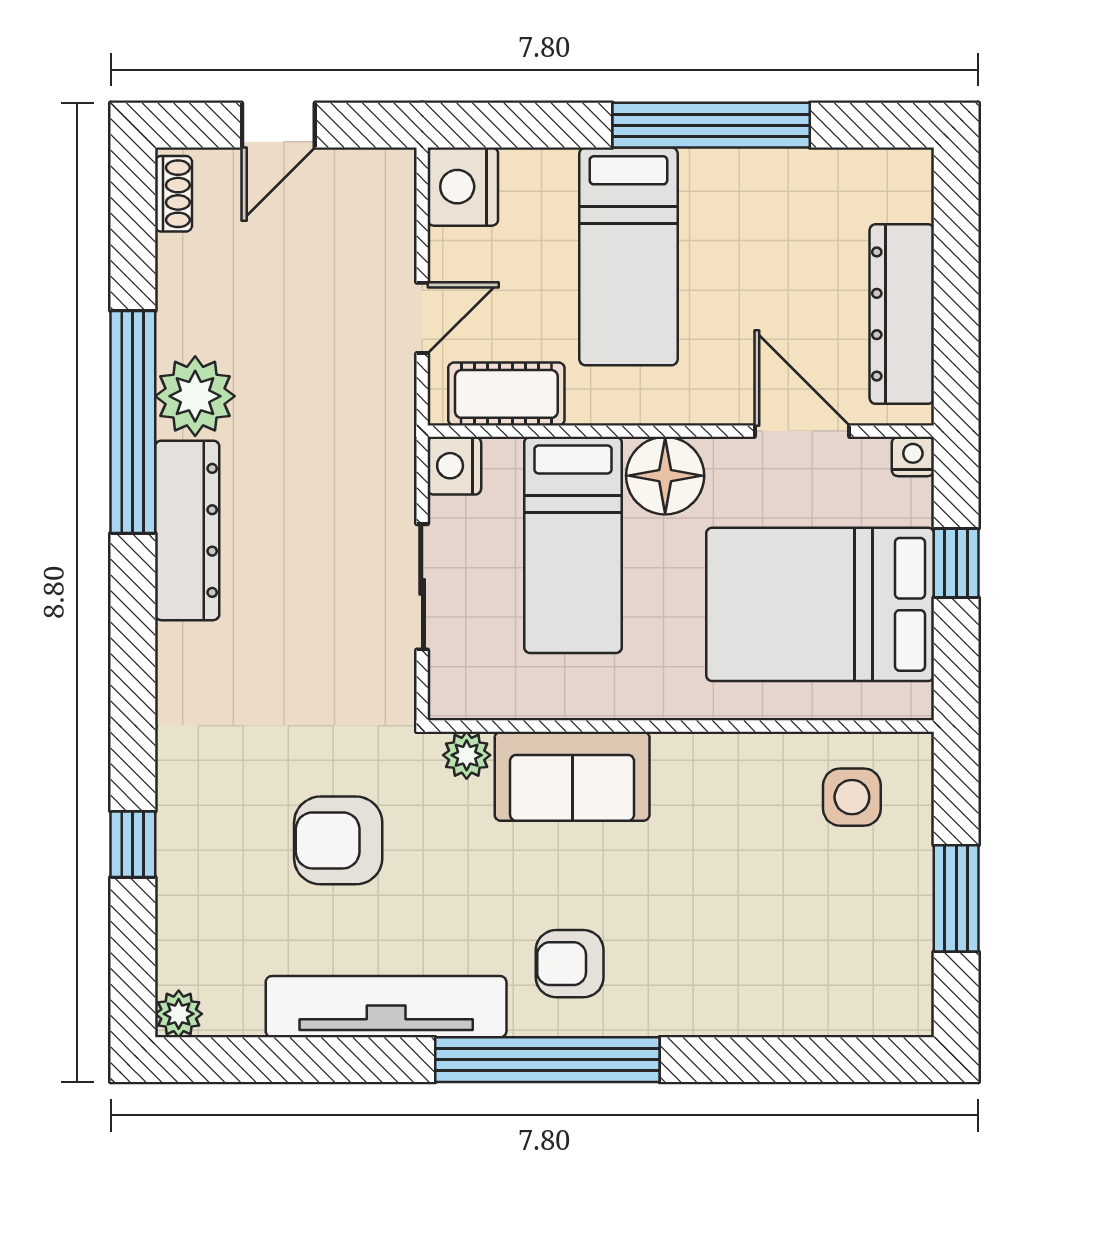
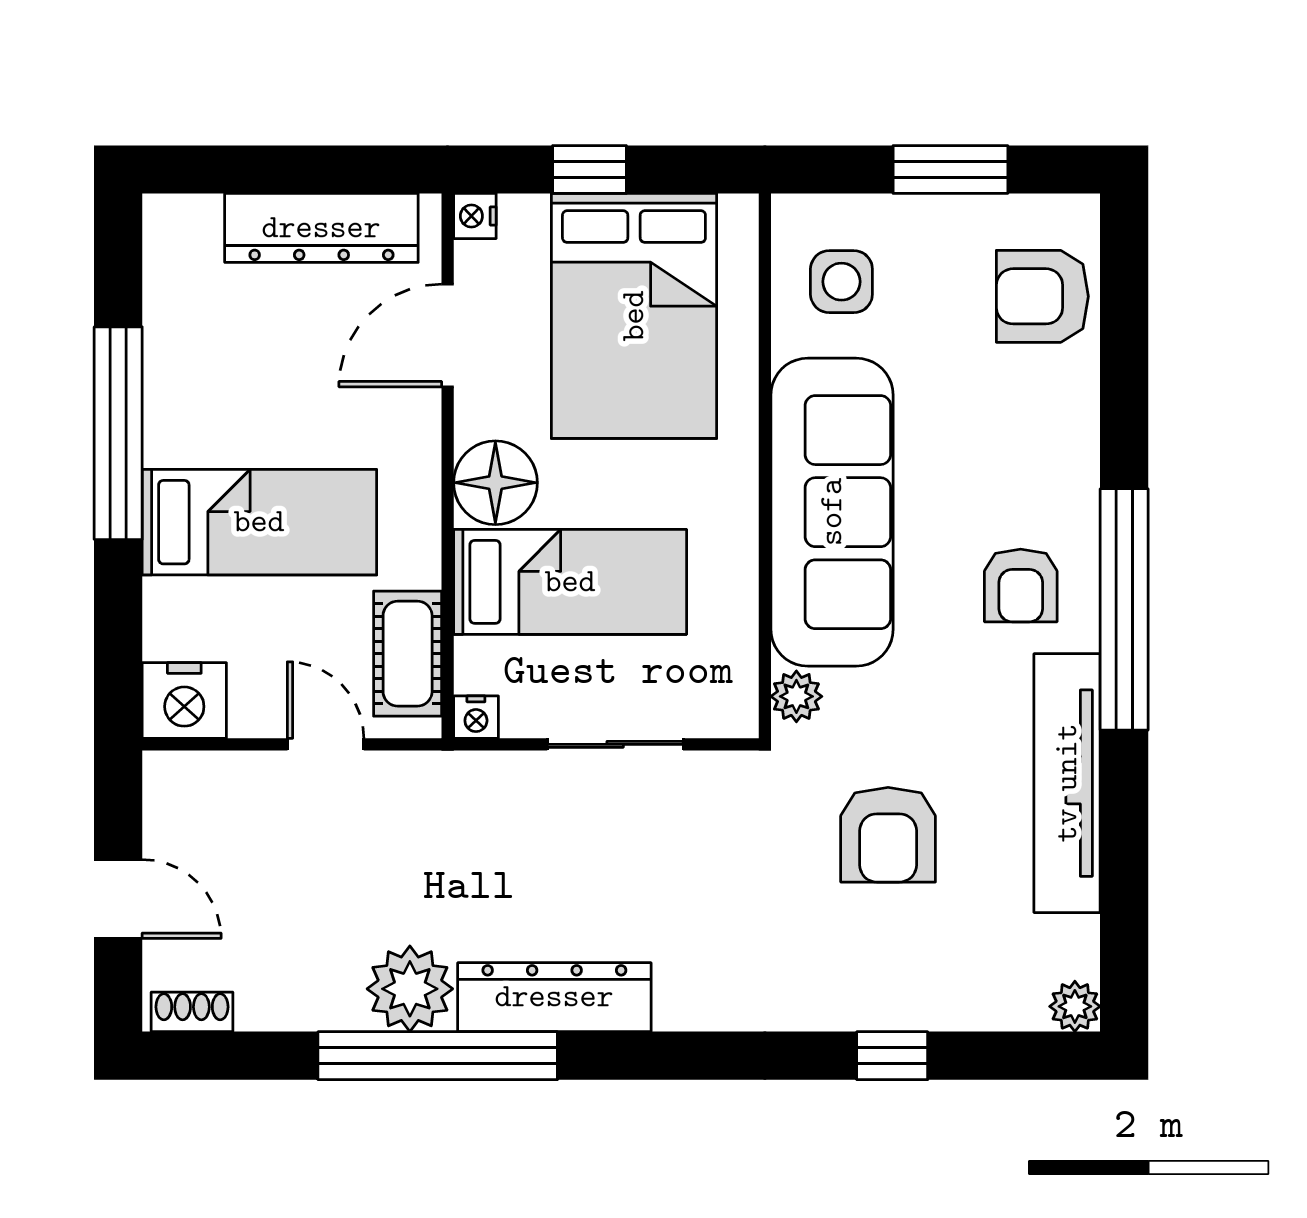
nightstand: (454, 466) -> (476, 717), width x0.72, depth x0.74
sofa: (572, 776) -> (832, 512), width x1.85, depth x1.27
armchair: (838, 984) -> (1042, 296), added

